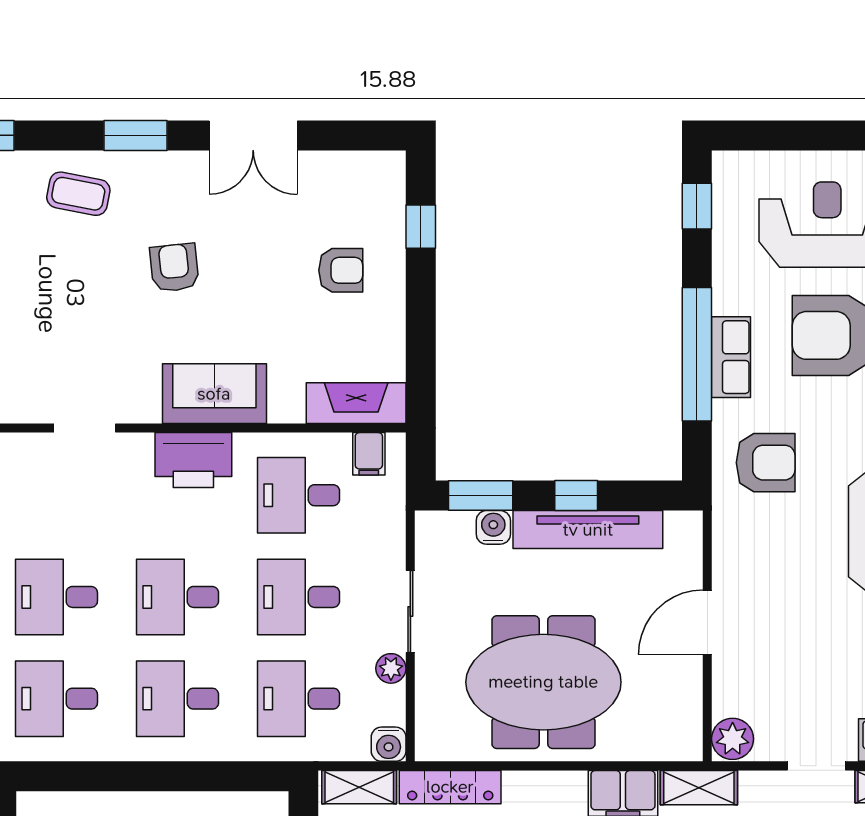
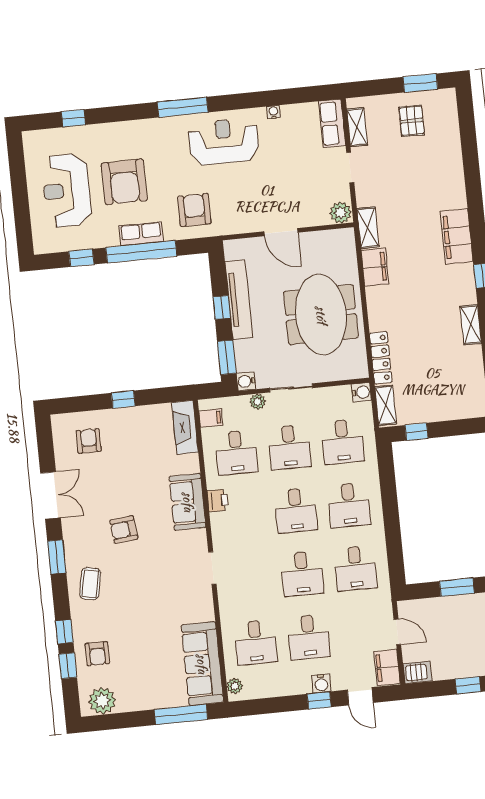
window: (697, 206) -> (81, 258), moved
window: (421, 227) -> (123, 400), moved
armchair: (341, 270) -> (89, 441), moved
printer: (193, 460) -> (218, 501), width x0.53, depth x0.68
water cooler: (493, 527) -> (246, 381), moved
plant: (391, 668) -> (257, 402), moved

